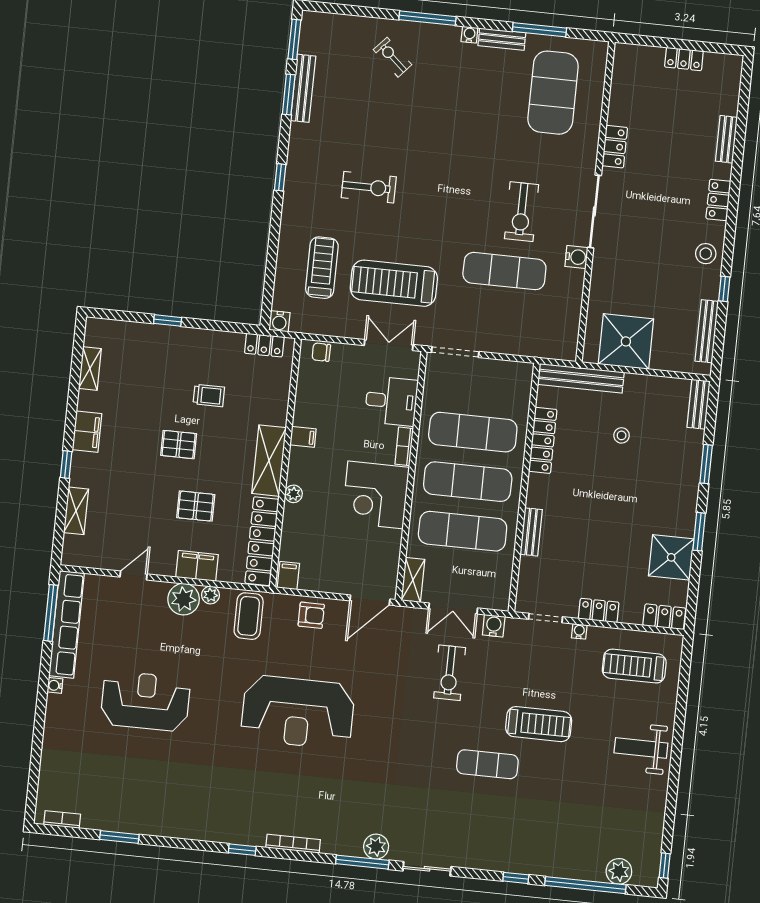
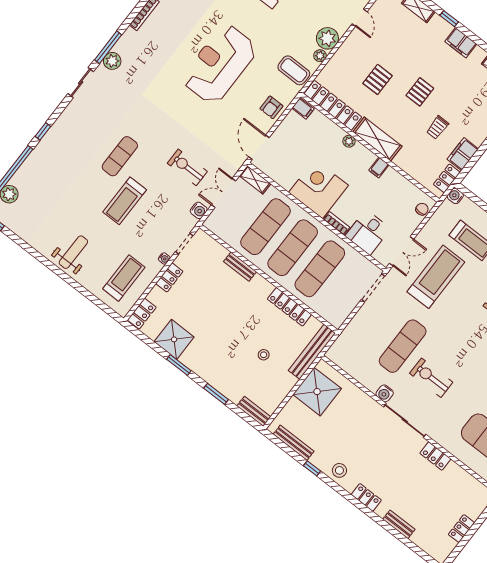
filing cabinet: (197, 566) -> (463, 154), moved, turned 180

